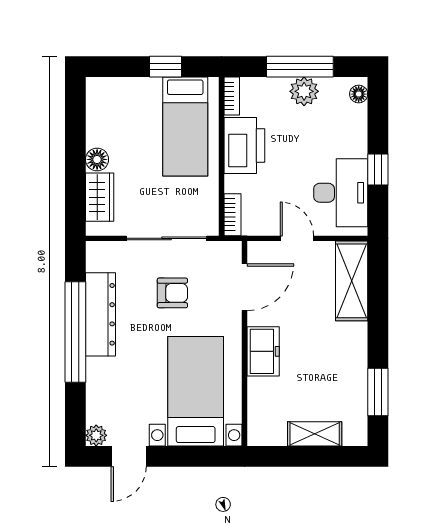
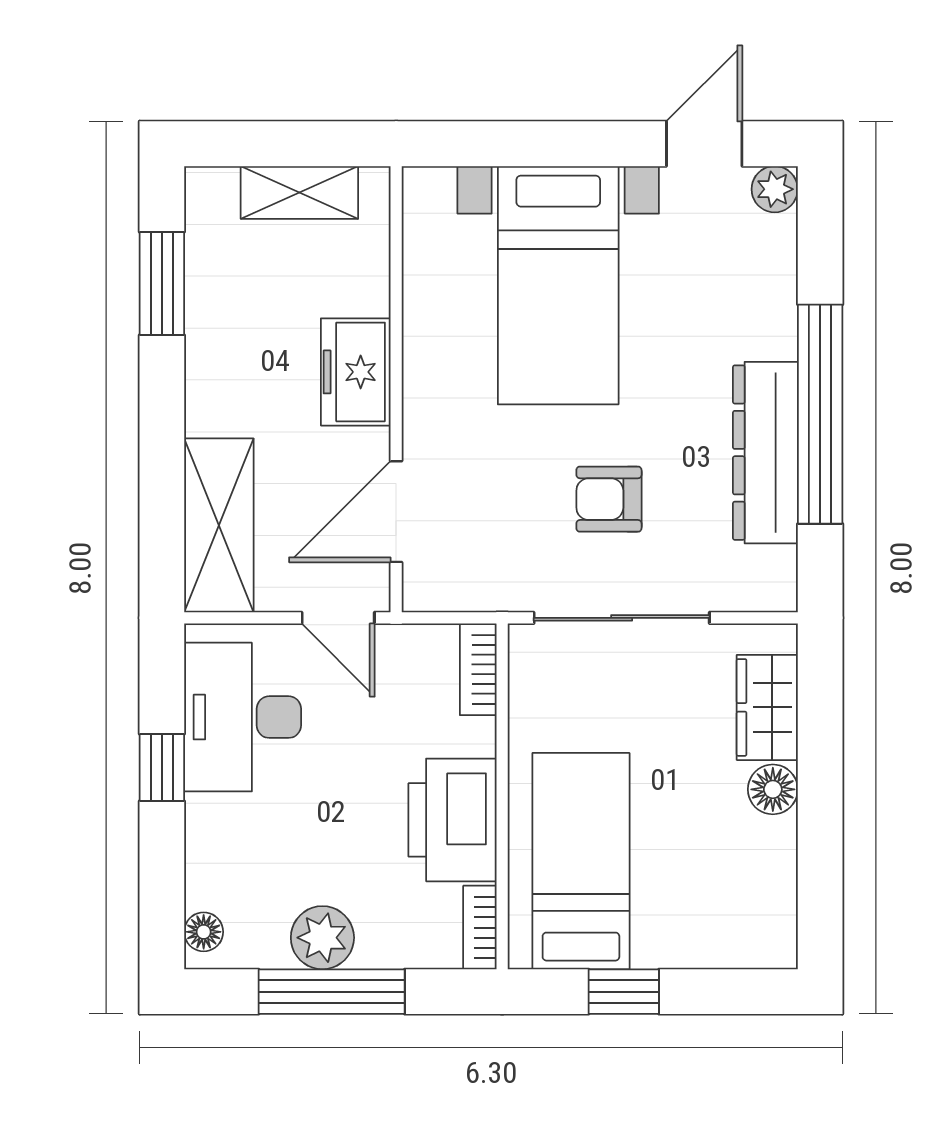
door: (245, 287) -> (396, 512), moved
wall: (245, 343) -> (396, 389), moved
freezer: (263, 351) -> (356, 372), moved

